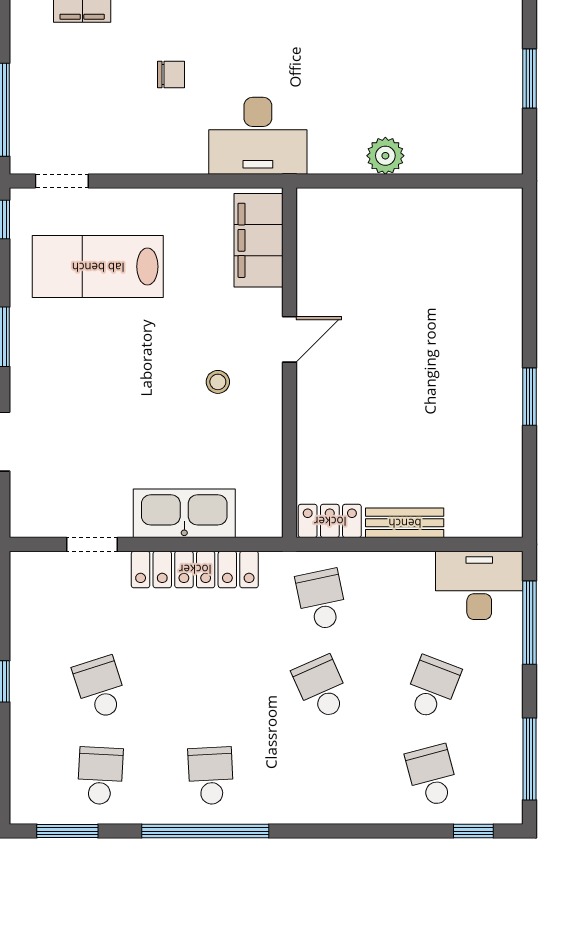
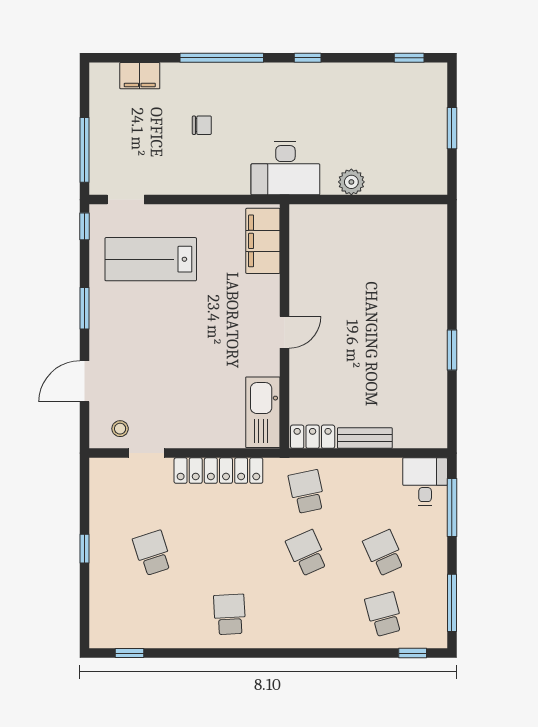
desk: (258, 136) -> (285, 168), moved
door: (290, 339) -> (284, 332), moved
stool: (218, 382) -> (120, 429), moved
kitchen sink: (184, 513) -> (263, 412), moved, turned -90
desk: (479, 585) -> (425, 482), width x0.73
school desk: (432, 688) -> (384, 553), turned -45
school desk: (100, 776) -> (152, 614), removed
window: (67, 831) -> (129, 653), width x0.67
window: (205, 831) -> (226, 653), removed

